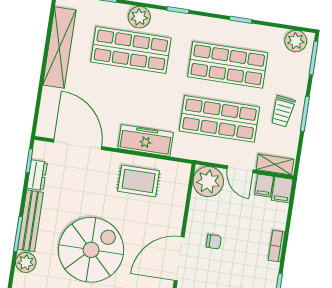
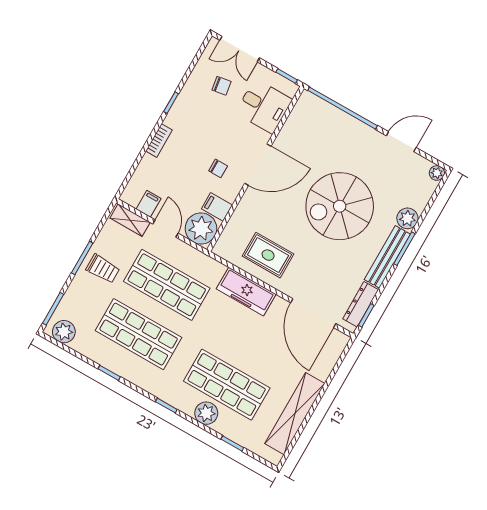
trolley: (283, 111) -> (103, 269), turned 83
dresser: (37, 175) -> (361, 304), width x1.44
filing cabinet: (282, 190) -> (217, 207), moved, turned -90
chair: (214, 242) -> (218, 168), turned 180

